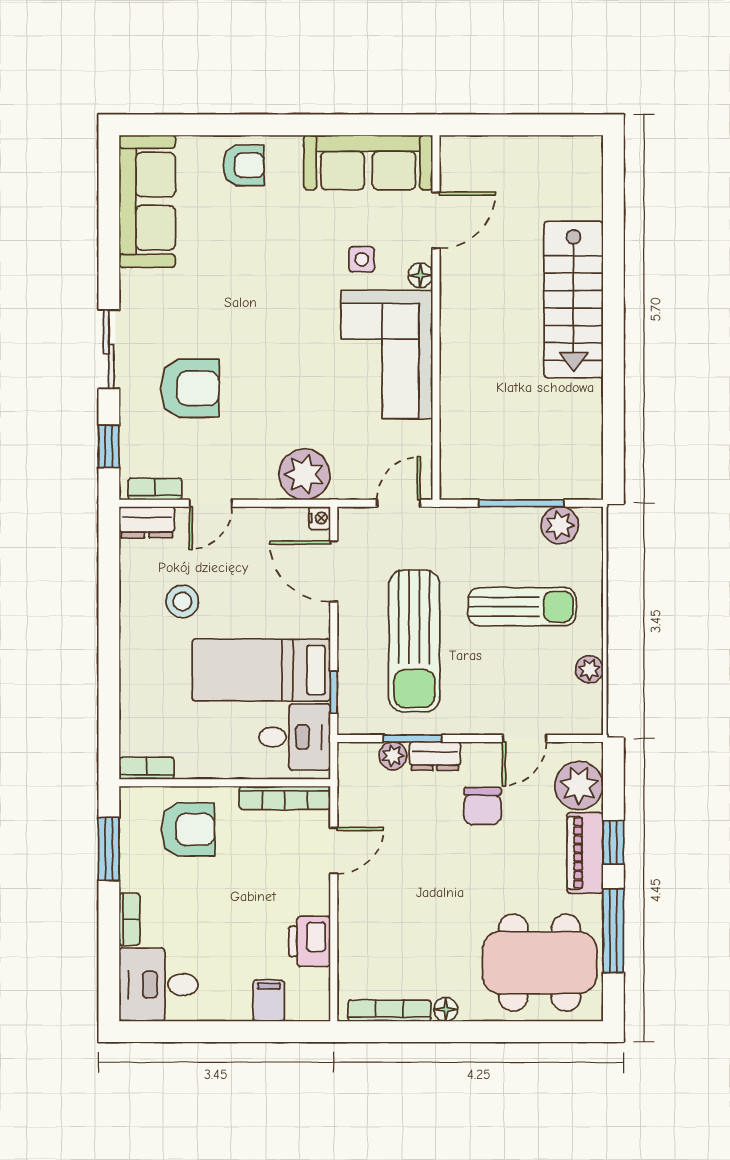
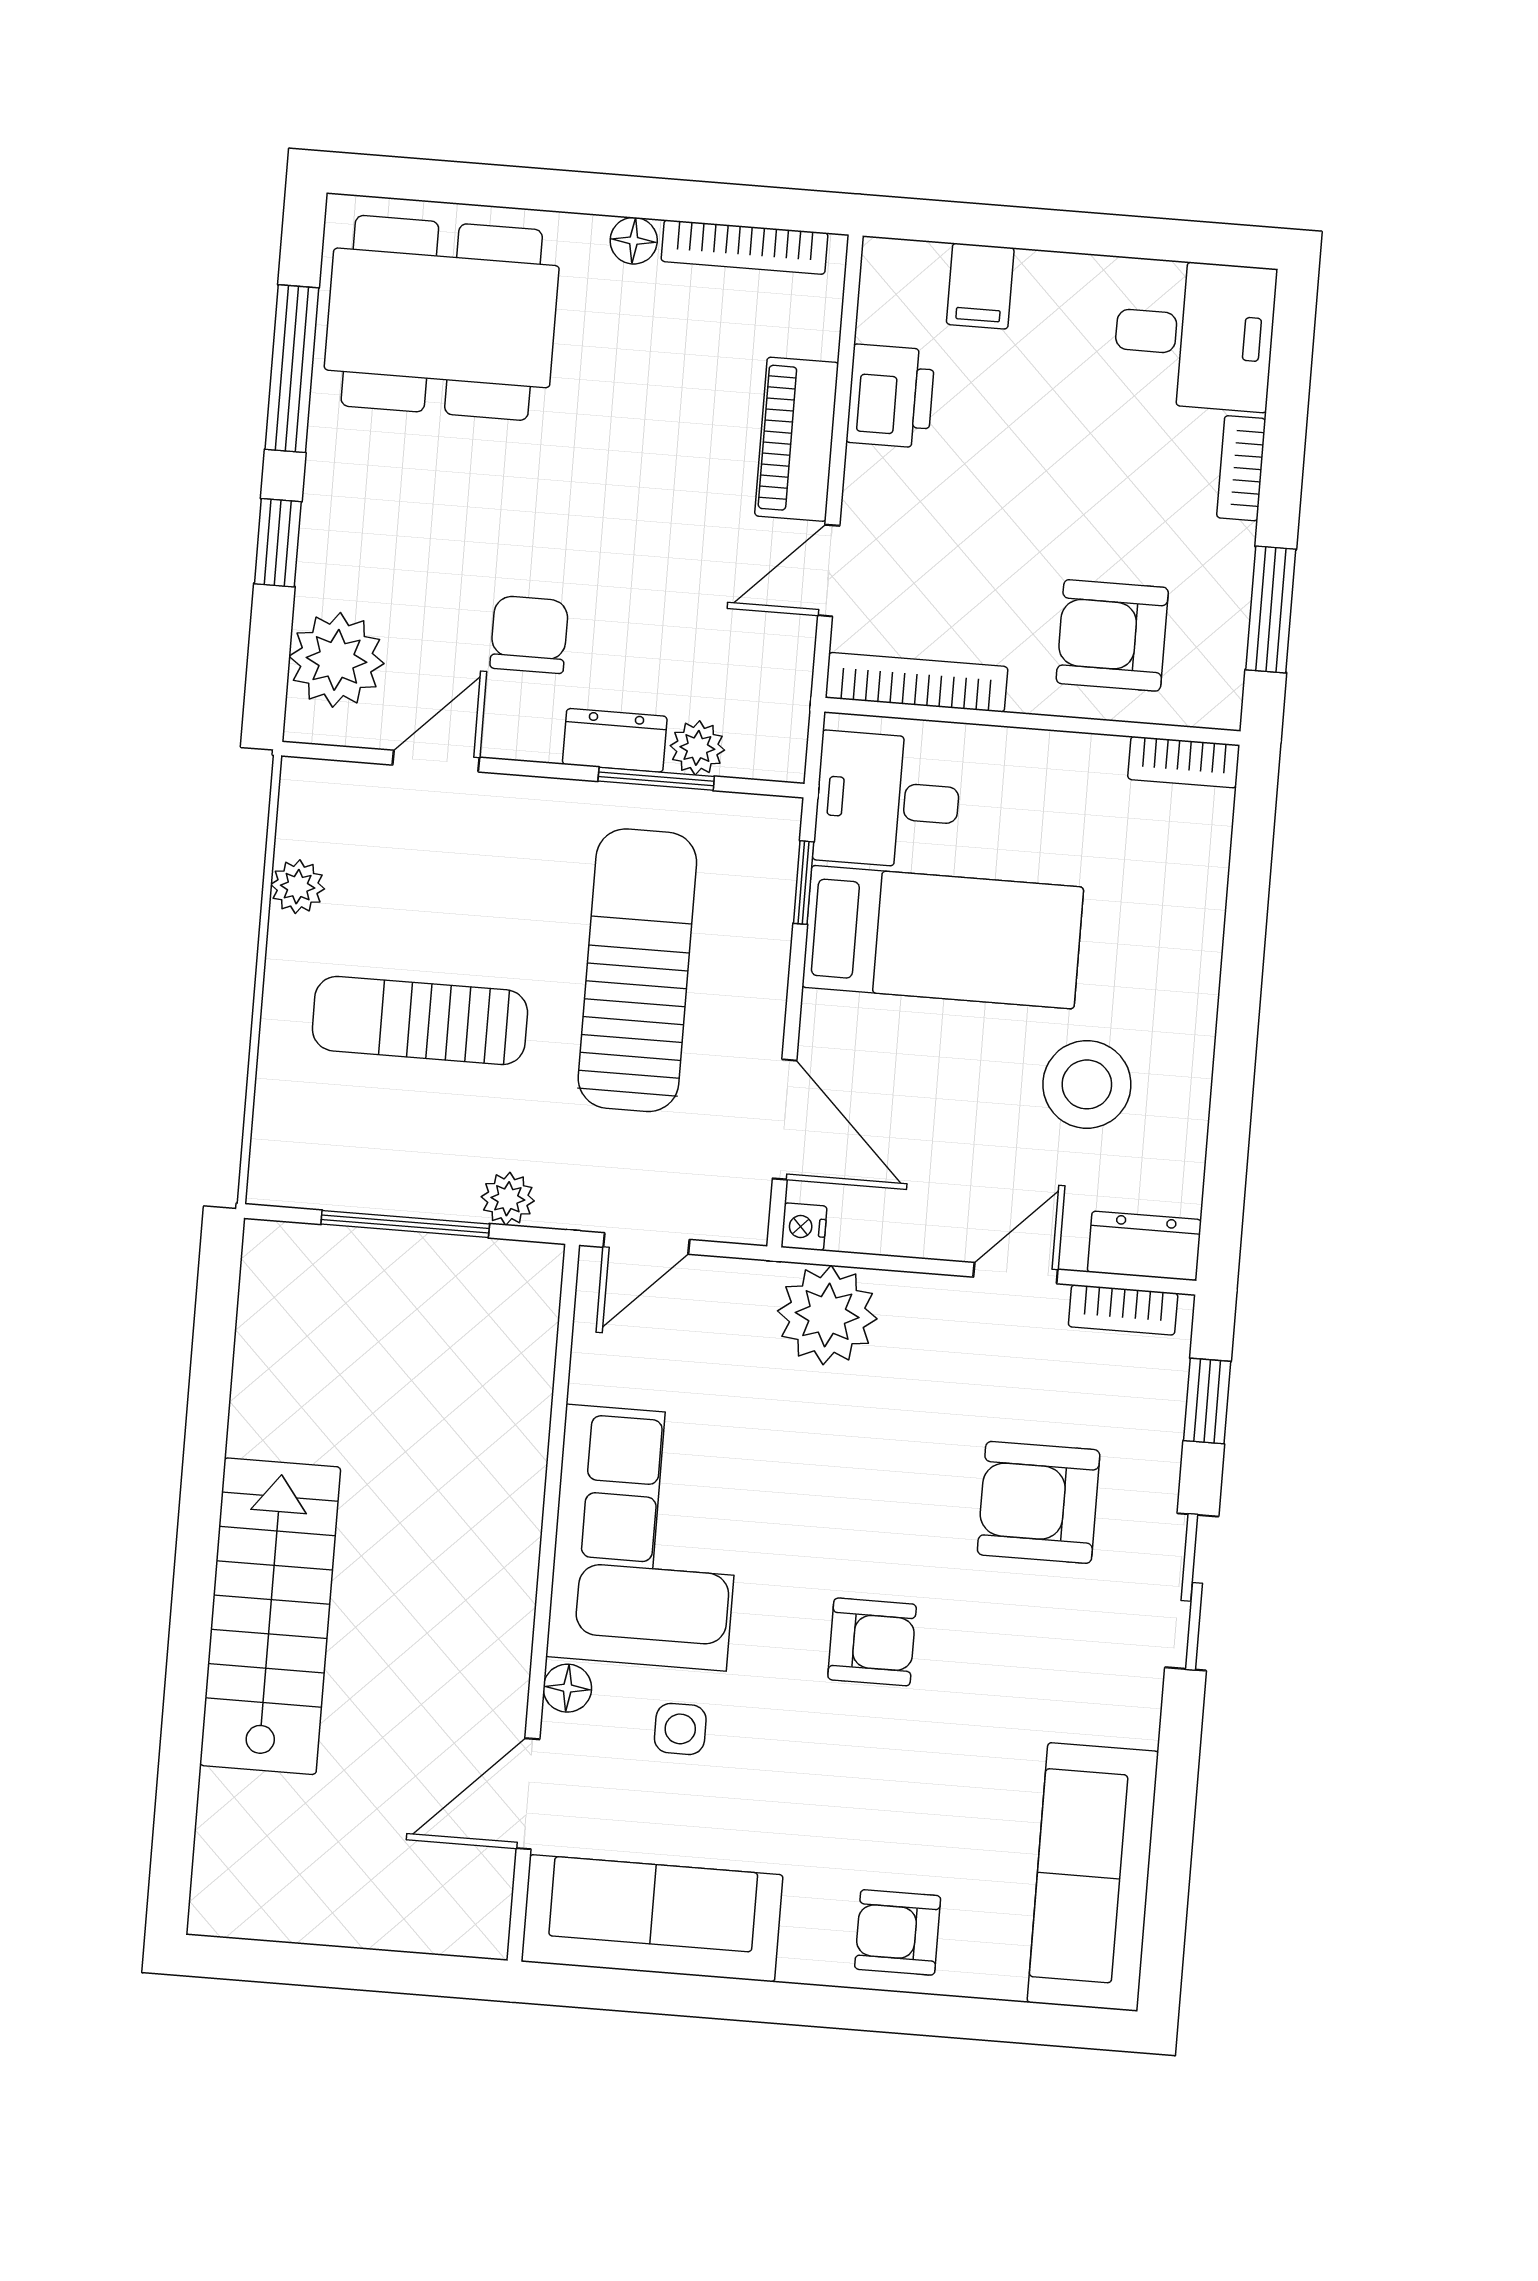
armchair: (268, 311) -> (872, 1642), added
plant: (560, 525) -> (508, 1199), moved, width x0.73, depth x0.73
stool: (182, 601) -> (1087, 1084), width x1.38, depth x1.38
piano: (585, 853) -> (797, 439), moved, turned 180

